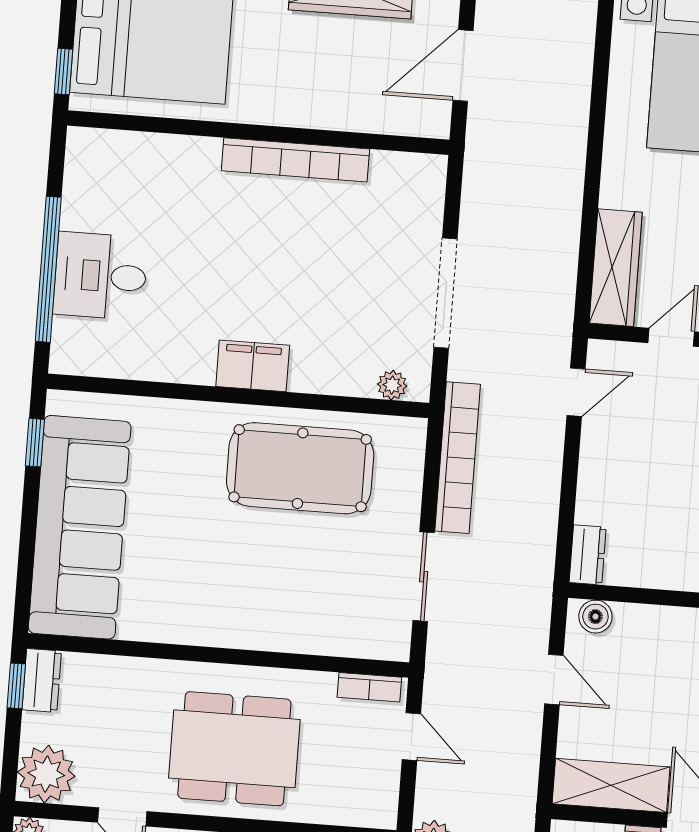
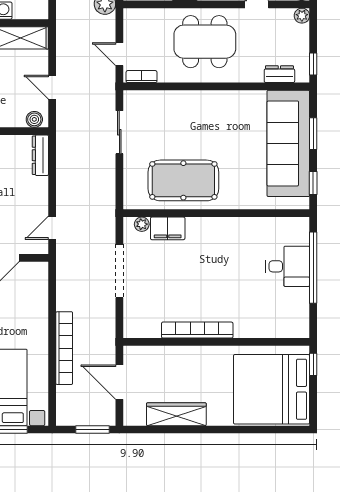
door: (463, 66) -> (119, 382), swing flipped
wardrobe: (616, 268) -> (38, 290), removed
filing cabinet: (253, 366) -> (168, 228), moved
bookcase: (458, 458) -> (64, 348), moved, turned 180
window: (27, 543) -> (313, 134), added
dresser: (588, 555) -> (40, 155), width x1.44
dresser: (42, 680) -> (279, 74), moved, turned 90
plant: (46, 774) -> (302, 16), width x0.53, depth x0.53

